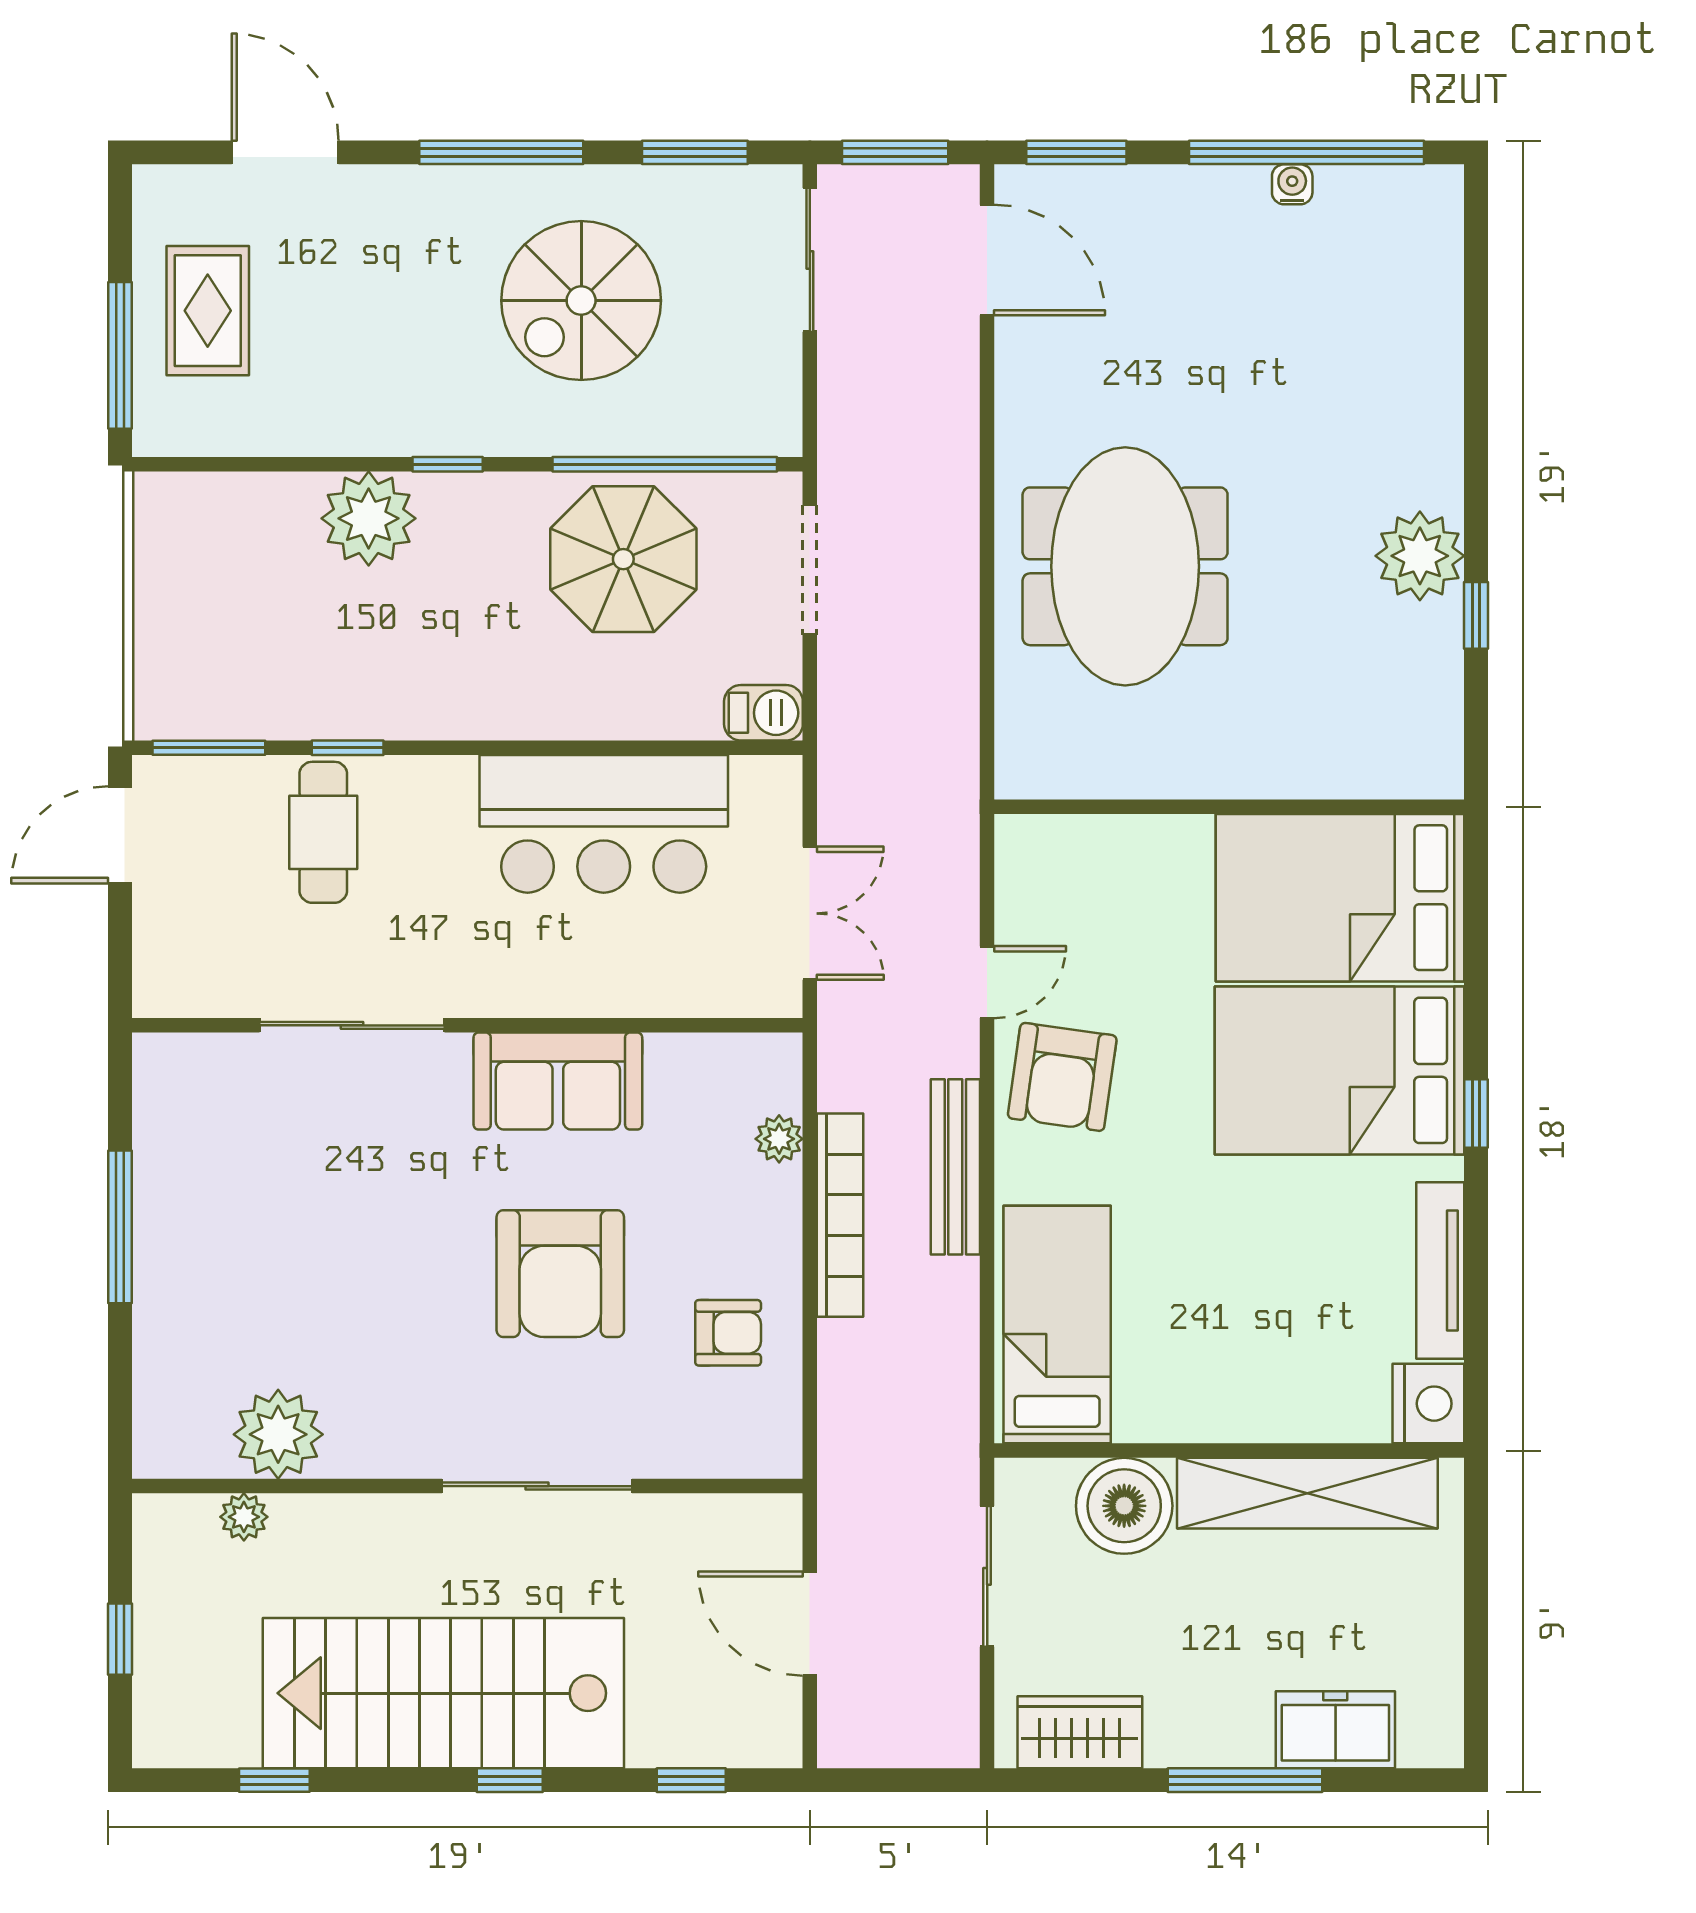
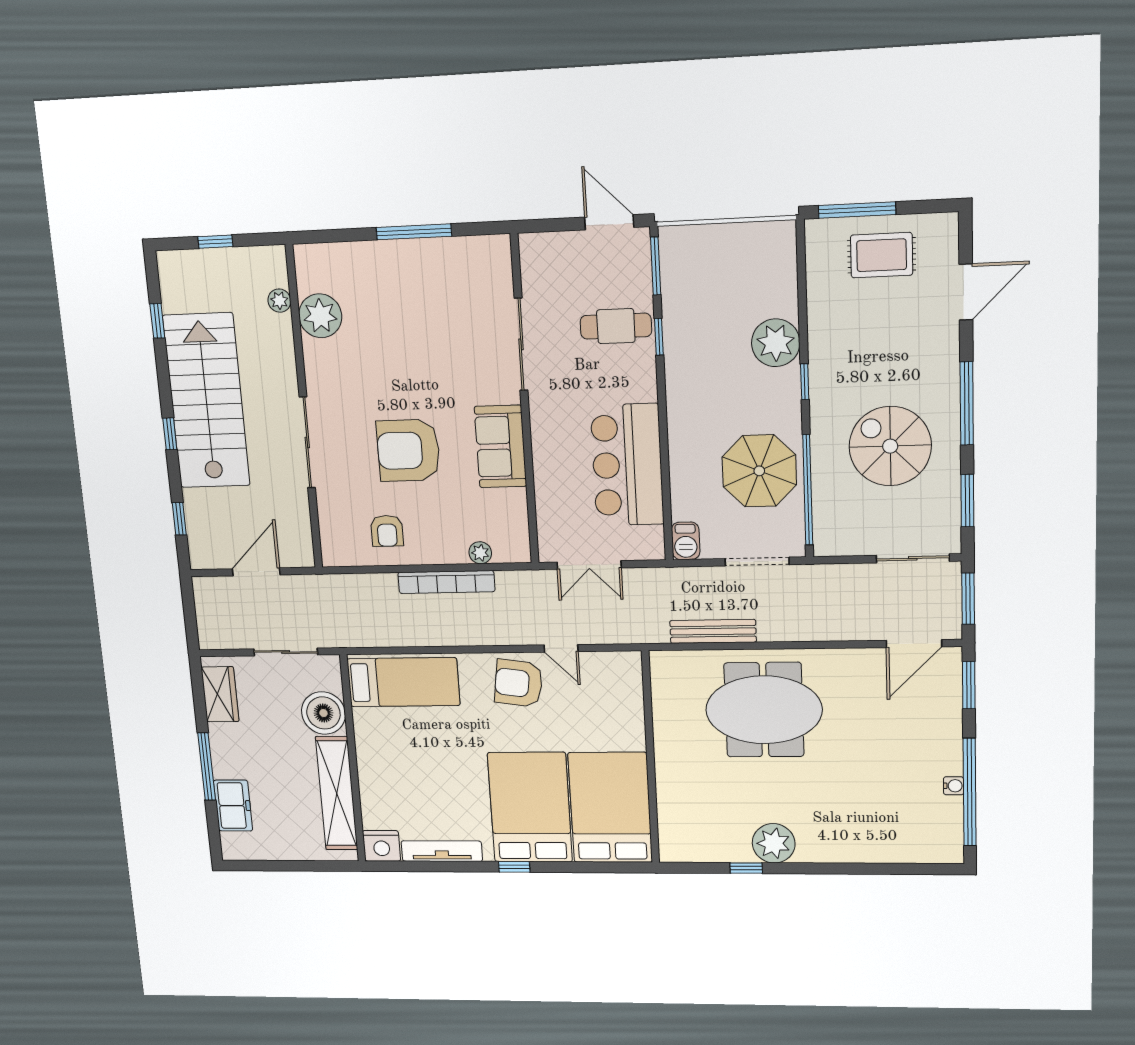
bench: (955, 1167) -> (713, 631), moved

